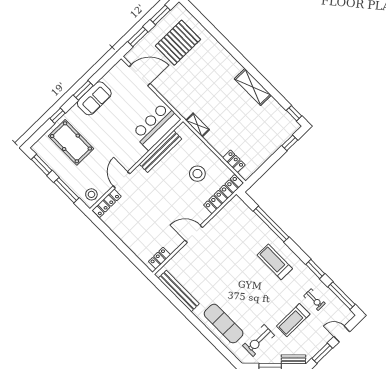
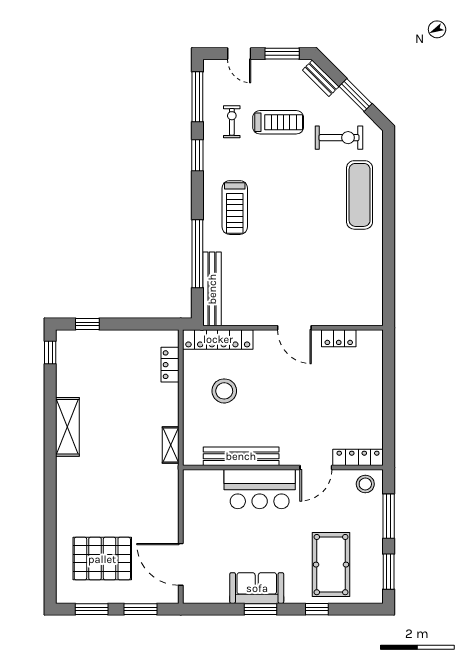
bar counter: (156, 126) -> (260, 489), moved
locker: (160, 258) -> (339, 338), moved
bench: (179, 291) -> (212, 289), moved

